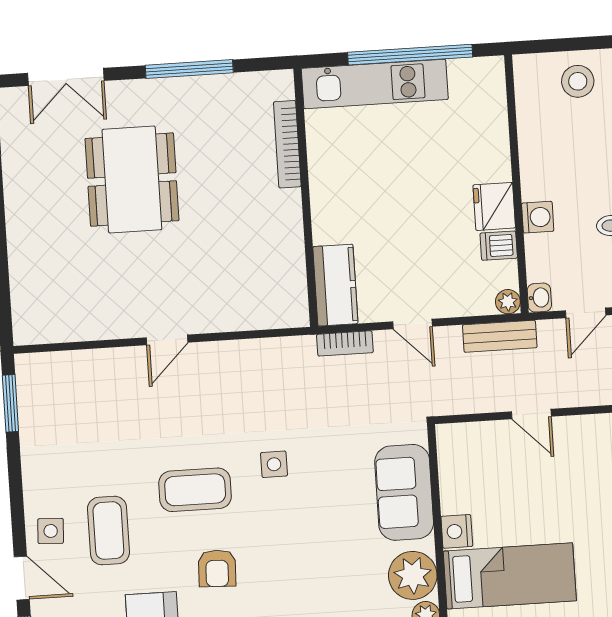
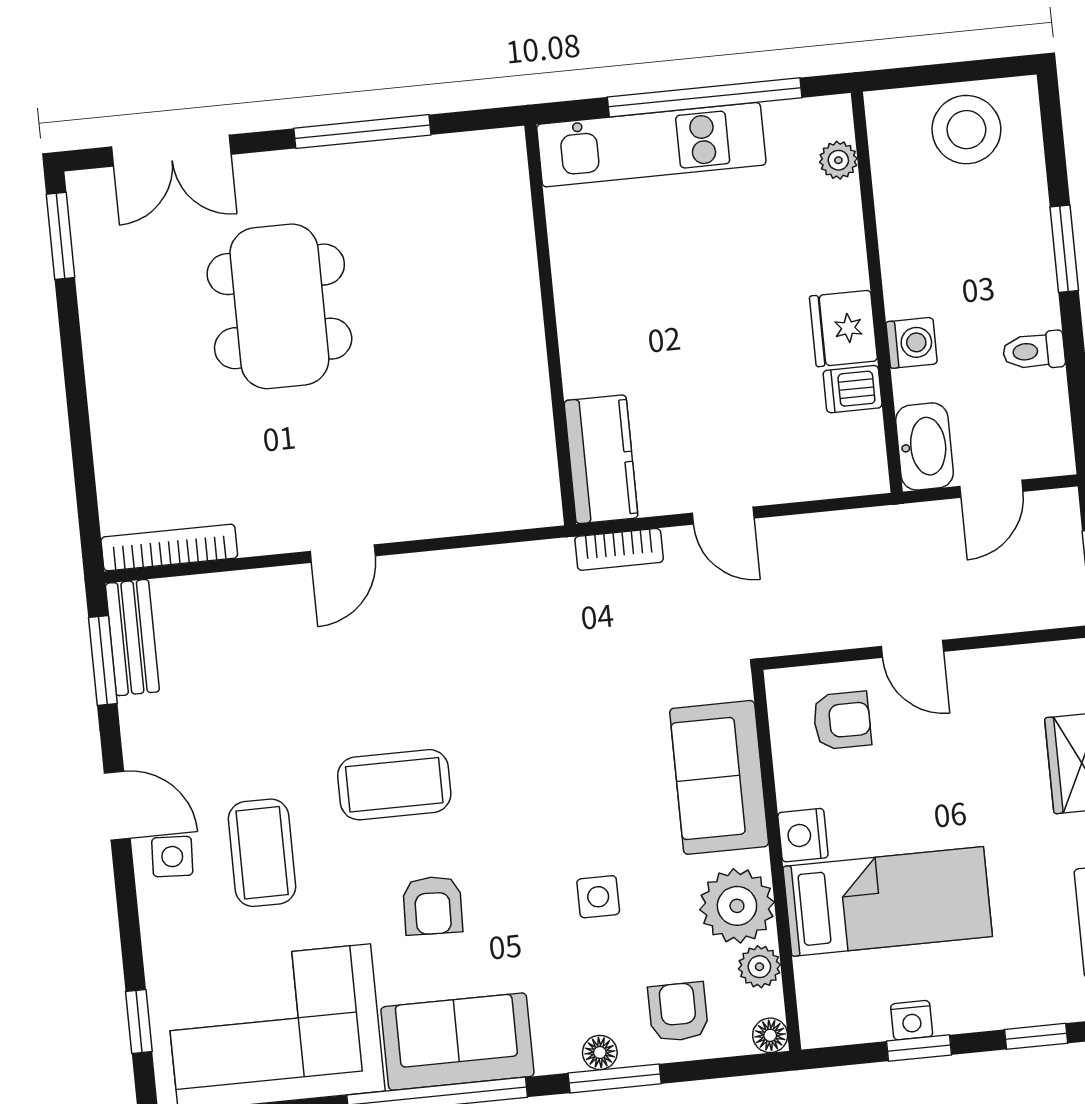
stool: (578, 81) -> (966, 130), width x1.38, depth x1.38
bookcase: (287, 144) -> (169, 548), moved, turned 90
washbasin: (539, 298) -> (925, 446), width x1.91, depth x1.45
plant: (508, 302) -> (838, 160), moved
bench: (500, 336) -> (132, 638), moved, turned 90
armchair: (484, 459) -> (842, 720), added
side table: (274, 464) -> (598, 897), moved
door: (22, 578) -> (117, 806), moved

